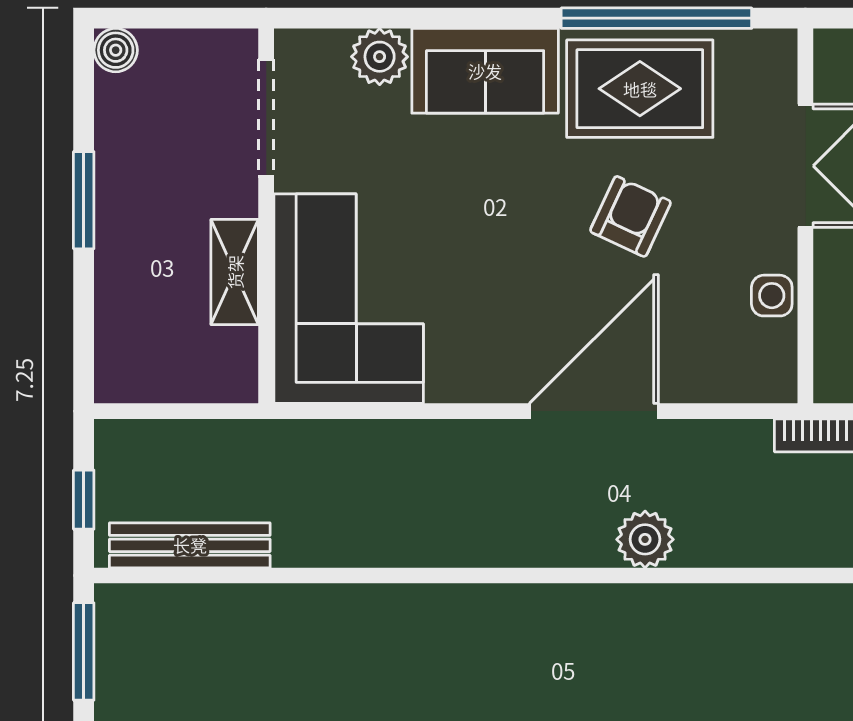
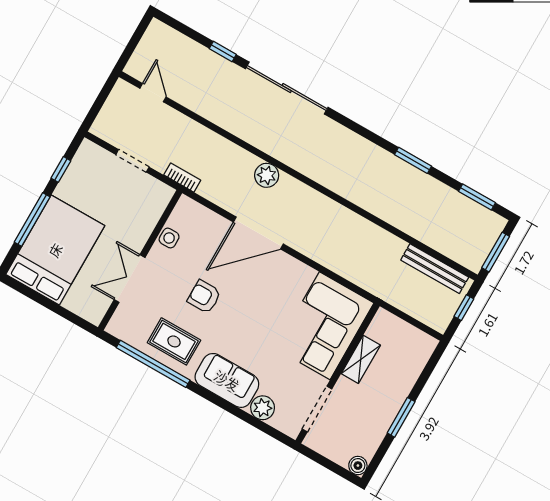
rug: (640, 89) -> (174, 341), width x0.73, depth x0.70
armchair: (630, 216) -> (204, 297), turned 65

